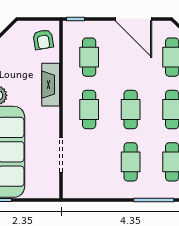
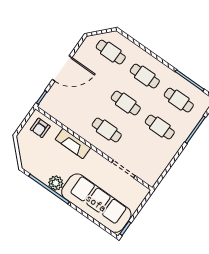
door: (133, 19) -> (62, 68), moved
armchair: (43, 40) -> (40, 128), turned 99
cafe table: (89, 57) -> (73, 106), removed

